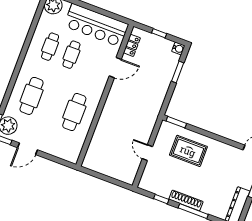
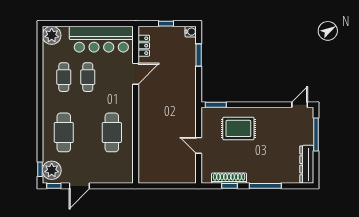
shoe rack: (186, 200) -> (229, 178), moved

